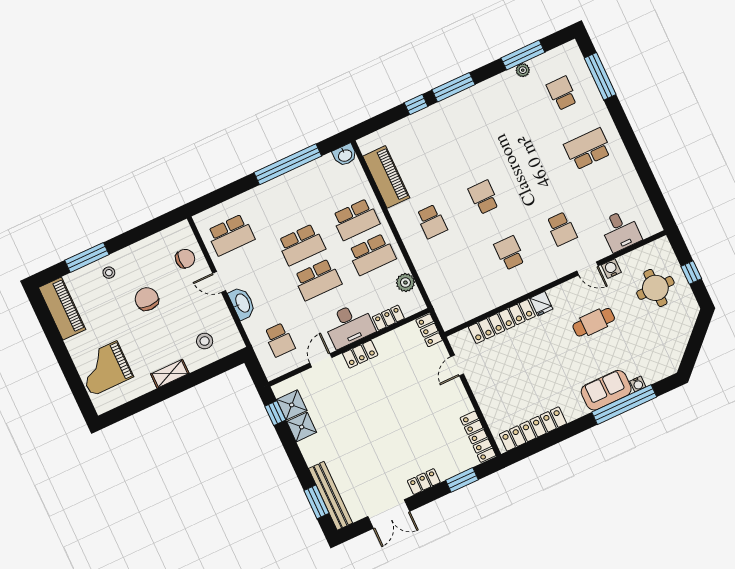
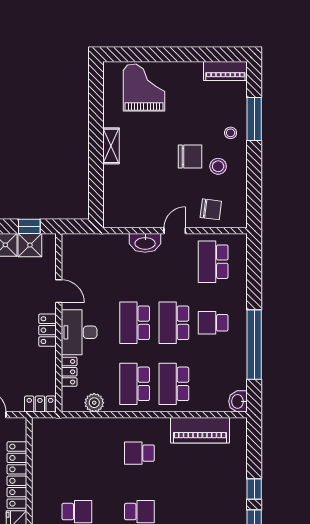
chair: (185, 259) -> (211, 209), turned -83
piano: (62, 309) -> (225, 71), width x0.73, depth x0.75
school desk: (279, 340) -> (213, 323), moved
stool: (205, 341) -> (218, 166), moved

